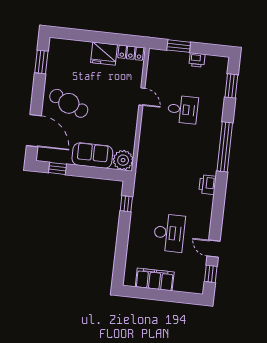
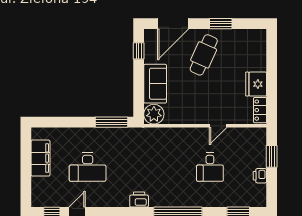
window: (41, 62) -> (221, 24), moved
window: (126, 204) -> (112, 122), width x2.17

